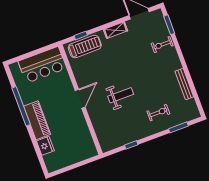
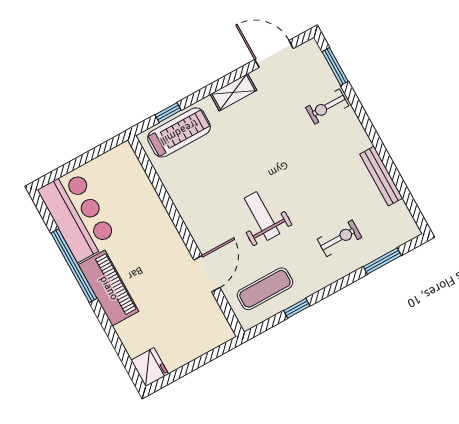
bar counter: (42, 65) -> (77, 215), moved, turned -90
weight bench: (121, 95) -> (262, 216), turned -90
door: (80, 99) -> (207, 274), moved
exercise mat: (117, 133) -> (265, 289), added
fridge: (45, 146) -> (150, 367), moved

